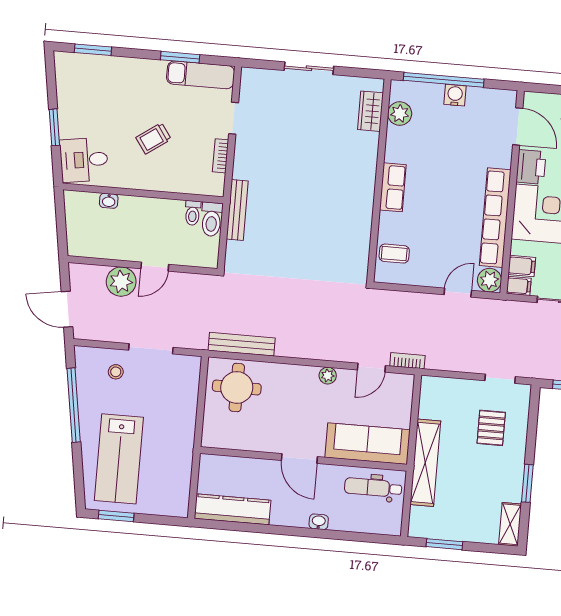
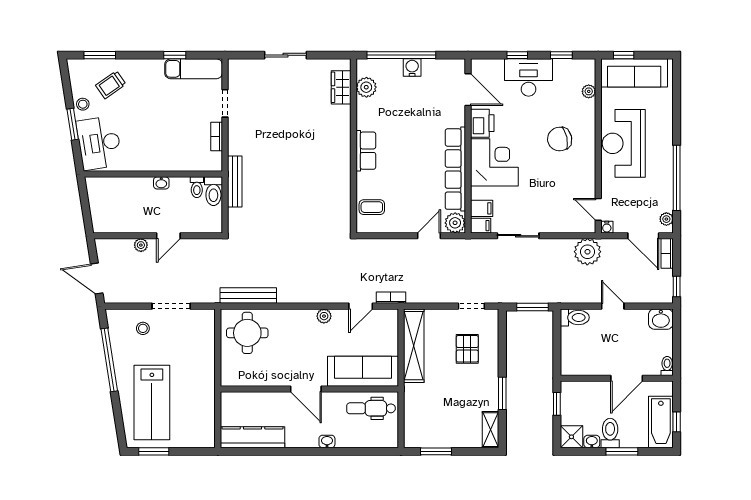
window: (180, 57) -> (175, 55), width x0.67
stool: (68, 105) -> (83, 104), added
trolley: (153, 138) -> (111, 85), moved
desk: (84, 160) -> (99, 143), width x1.37
washbasin: (109, 201) -> (161, 183), moved
plant: (121, 282) -> (141, 245), width x0.53, depth x0.53
shelving: (425, 463) -> (414, 346), moved

